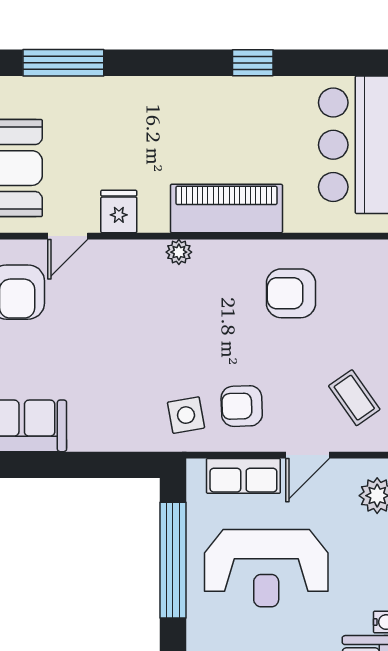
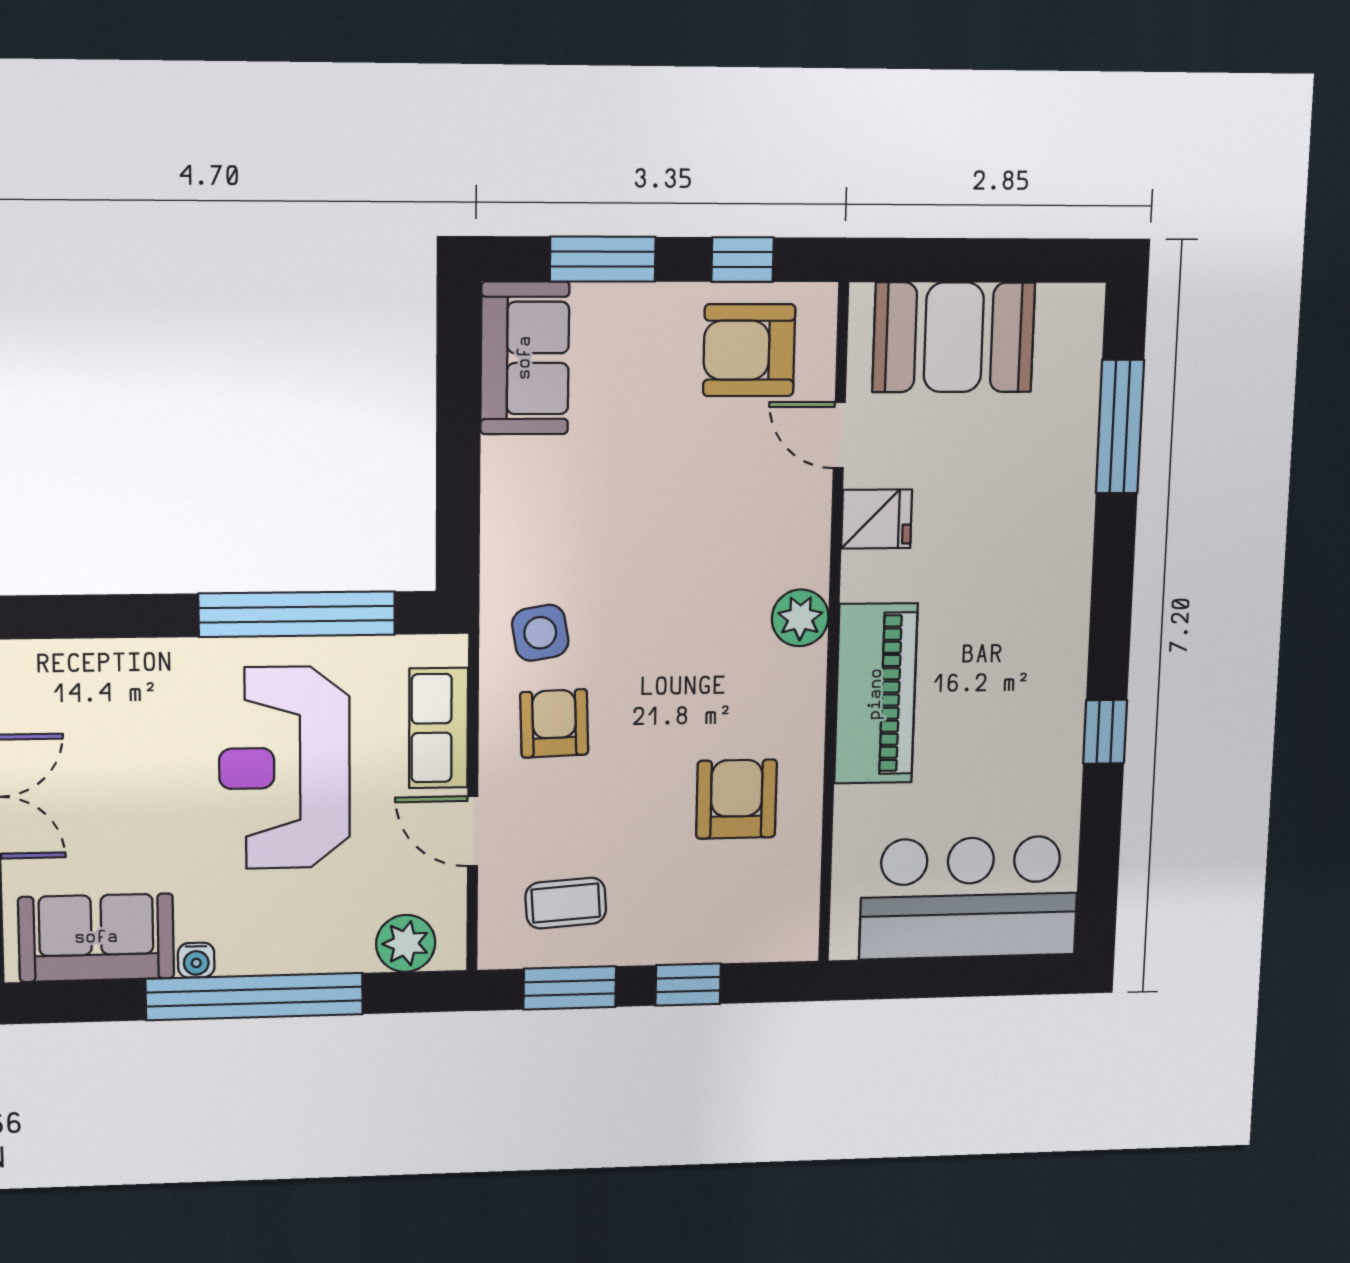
plant: (179, 252) -> (800, 618), width x1.38, depth x1.38
coffee table: (354, 398) -> (566, 903), turned 31

